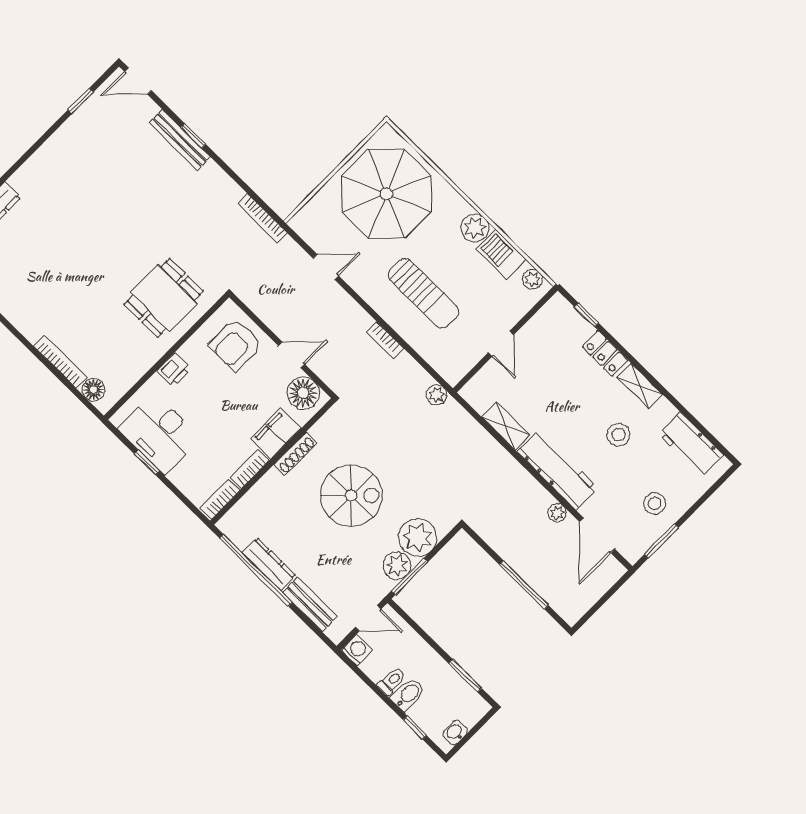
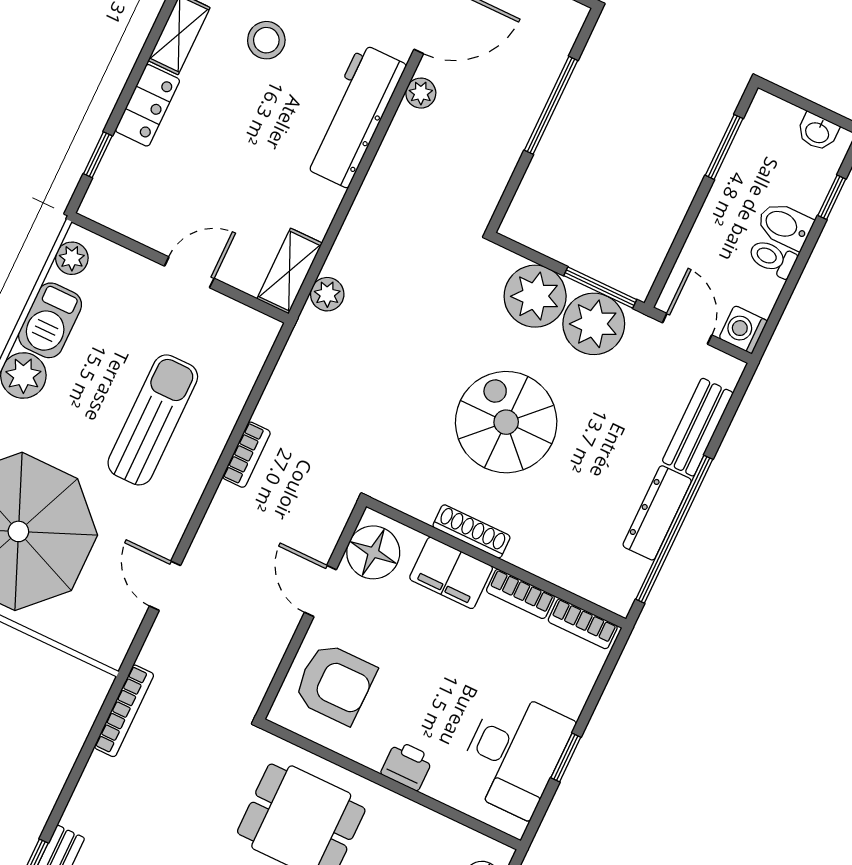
plant: (437, 395) -> (327, 294), moved
shelving: (506, 426) -> (290, 271), moved
plant: (397, 566) -> (594, 324), width x1.36, depth x1.36

